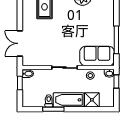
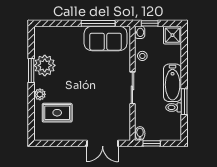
sofa: (97, 56) -> (106, 38), moved, turned -90
shower: (92, 100) -> (172, 35), moved

